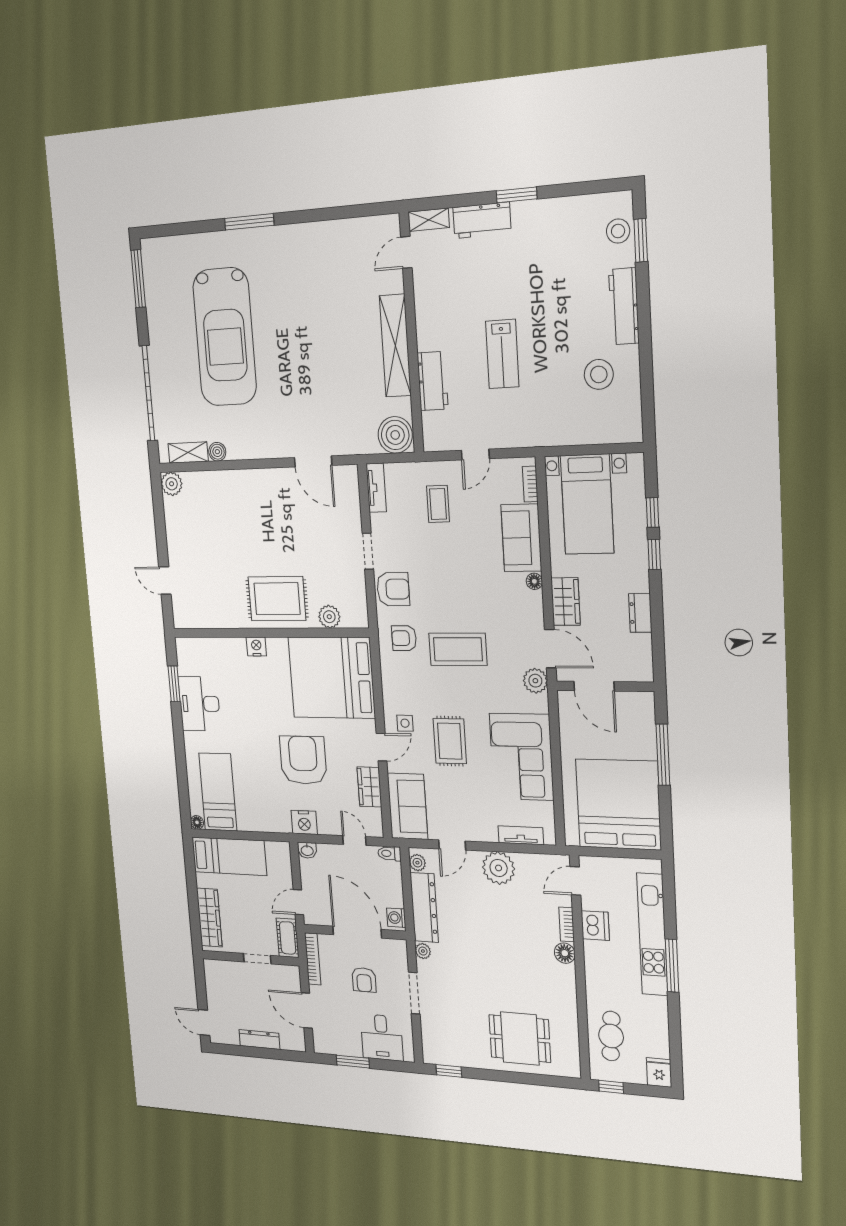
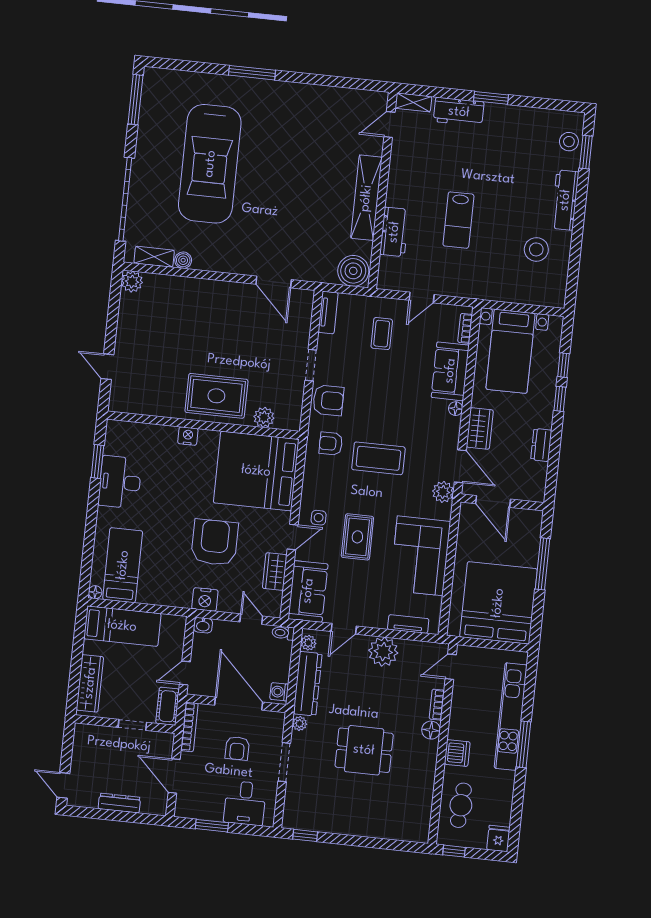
dishwasher: (595, 926) -> (457, 753), moved
dining table: (520, 1038) -> (364, 750), moved

